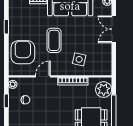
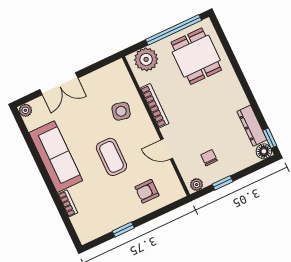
coffee table: (54, 40) -> (111, 157), turned 90
armchair: (23, 52) -> (147, 191), width x0.53, depth x0.53

